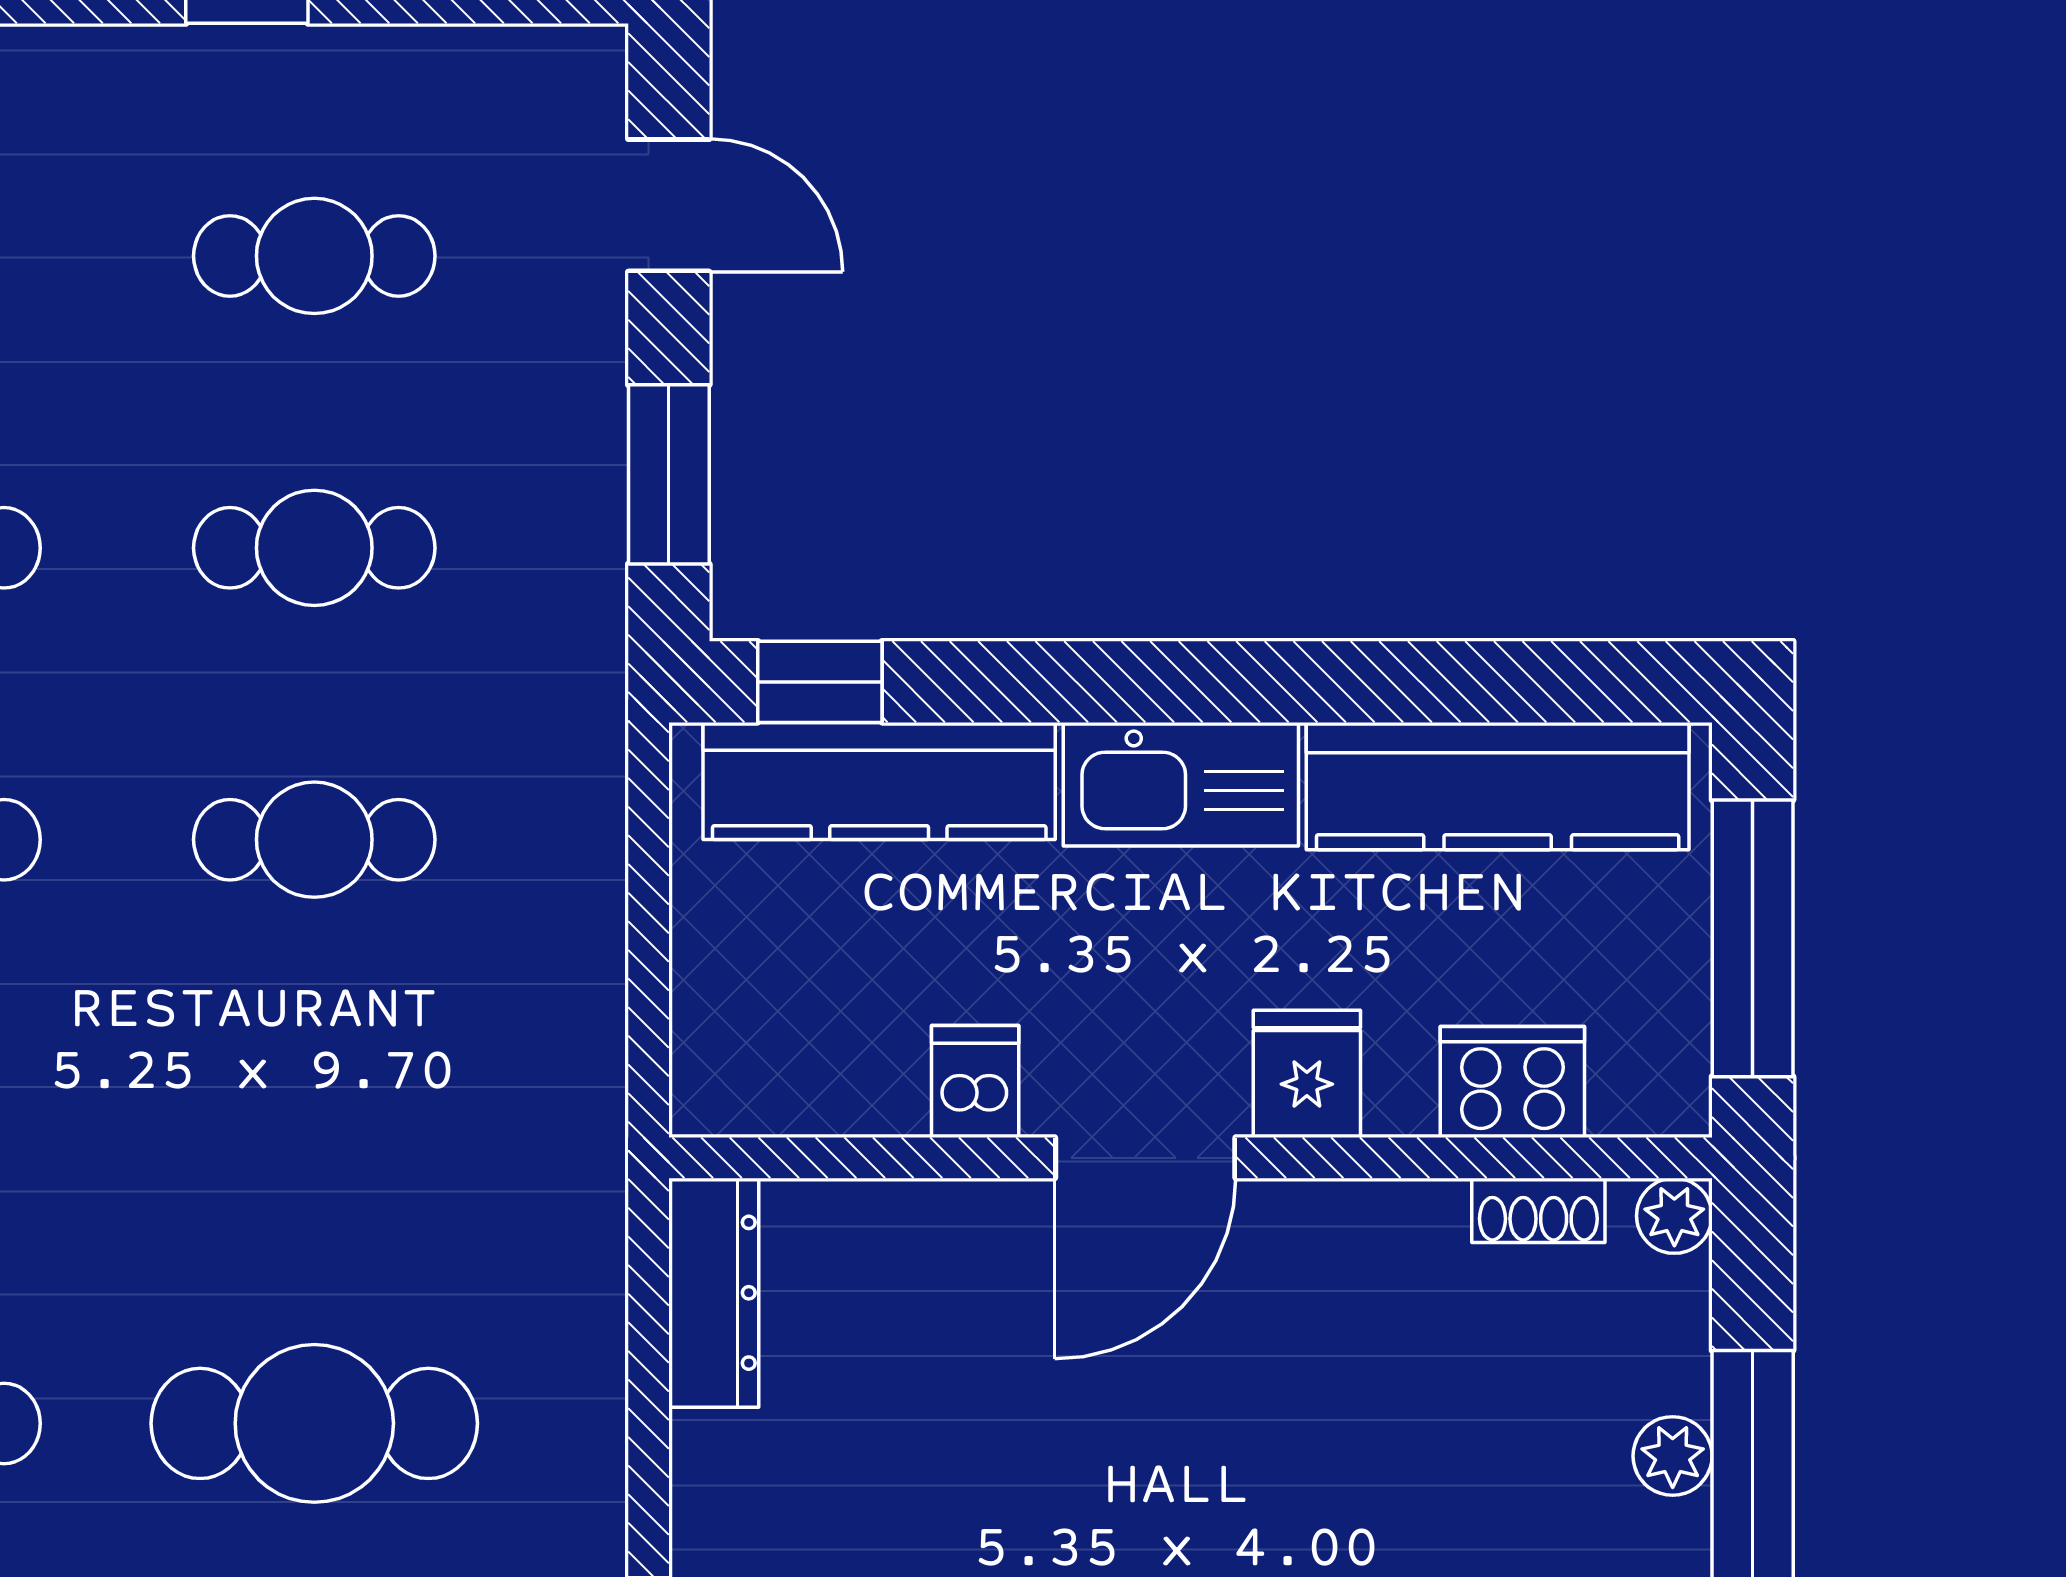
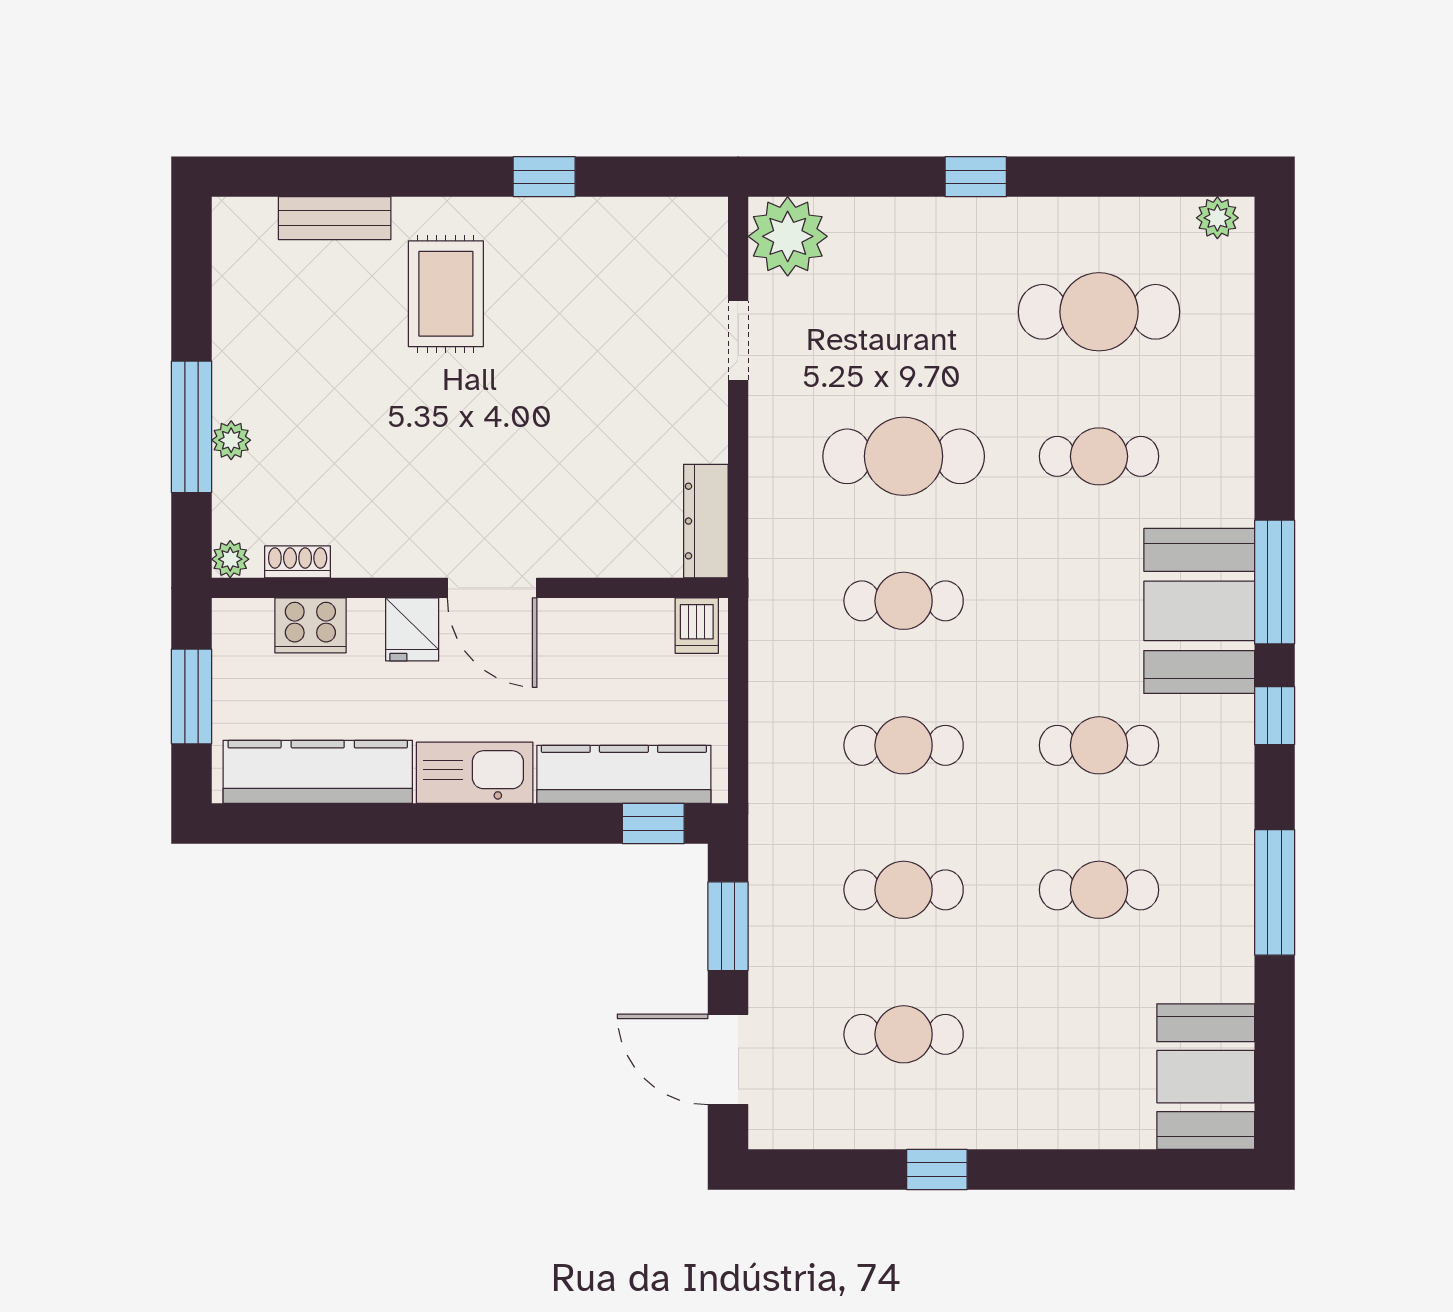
door: (669, 205) -> (728, 1059), width x1.38
window: (1753, 938) -> (192, 697), width x0.69
dishwasher: (975, 1082) -> (697, 626), moved
cafe table: (314, 1132) -> (904, 601), added
door: (1145, 1158) -> (492, 588), swing flipped

